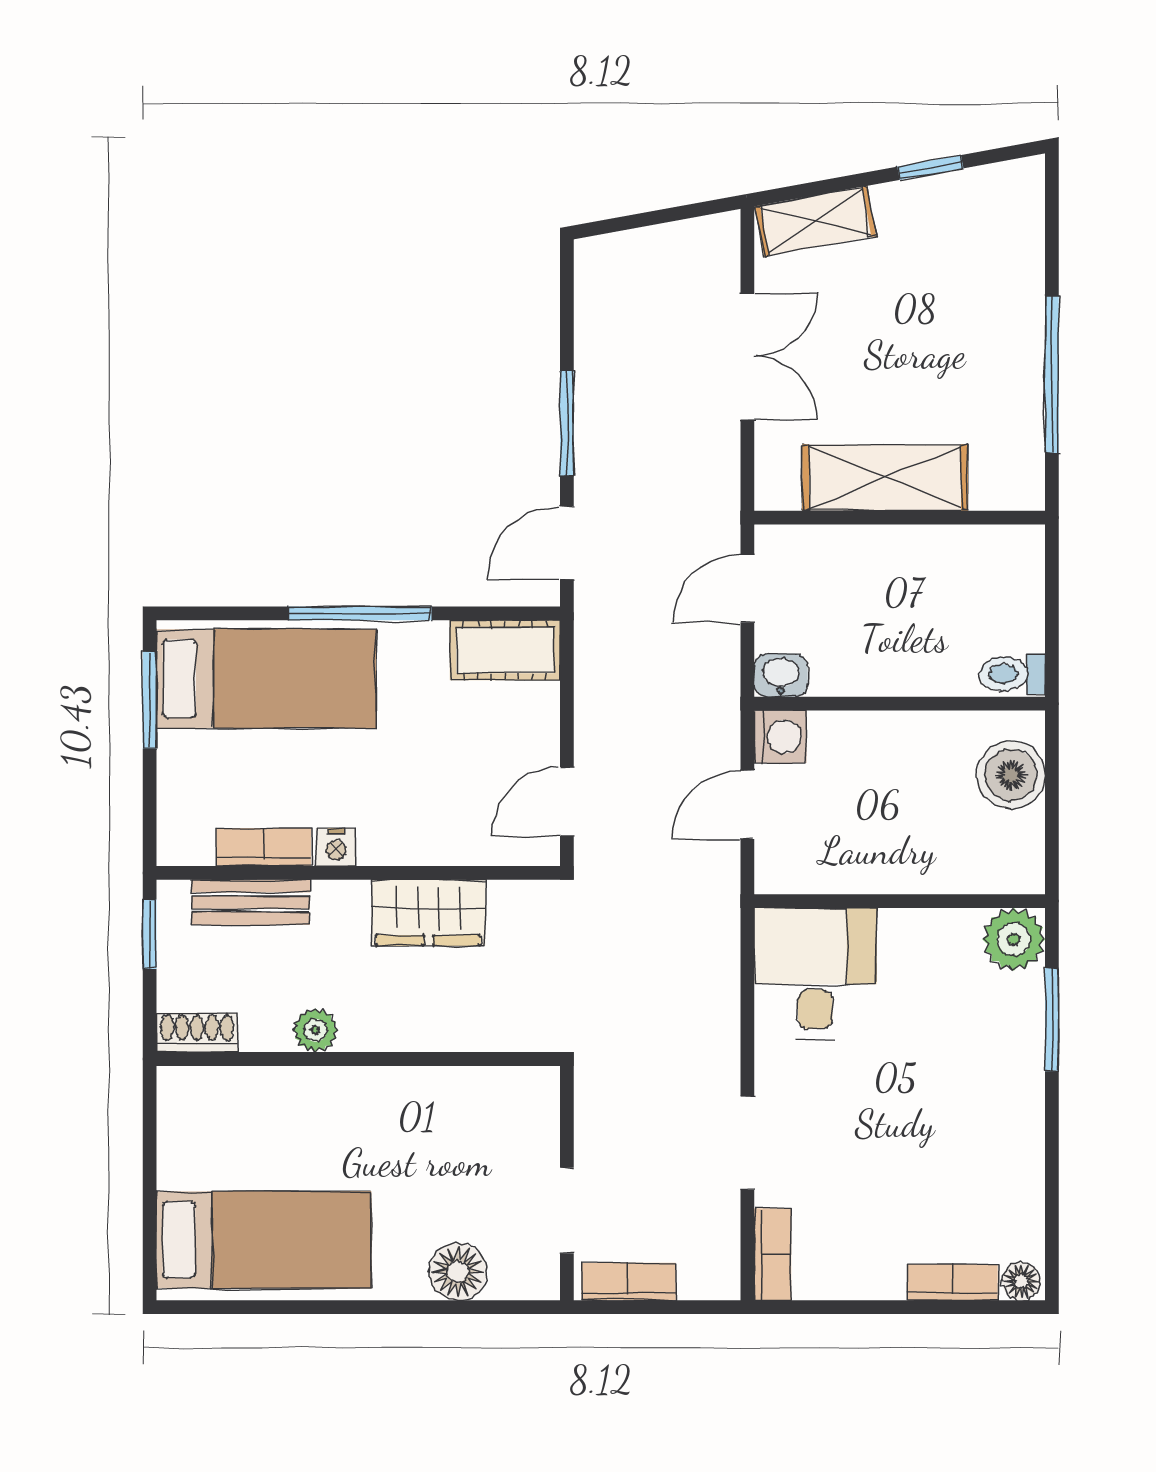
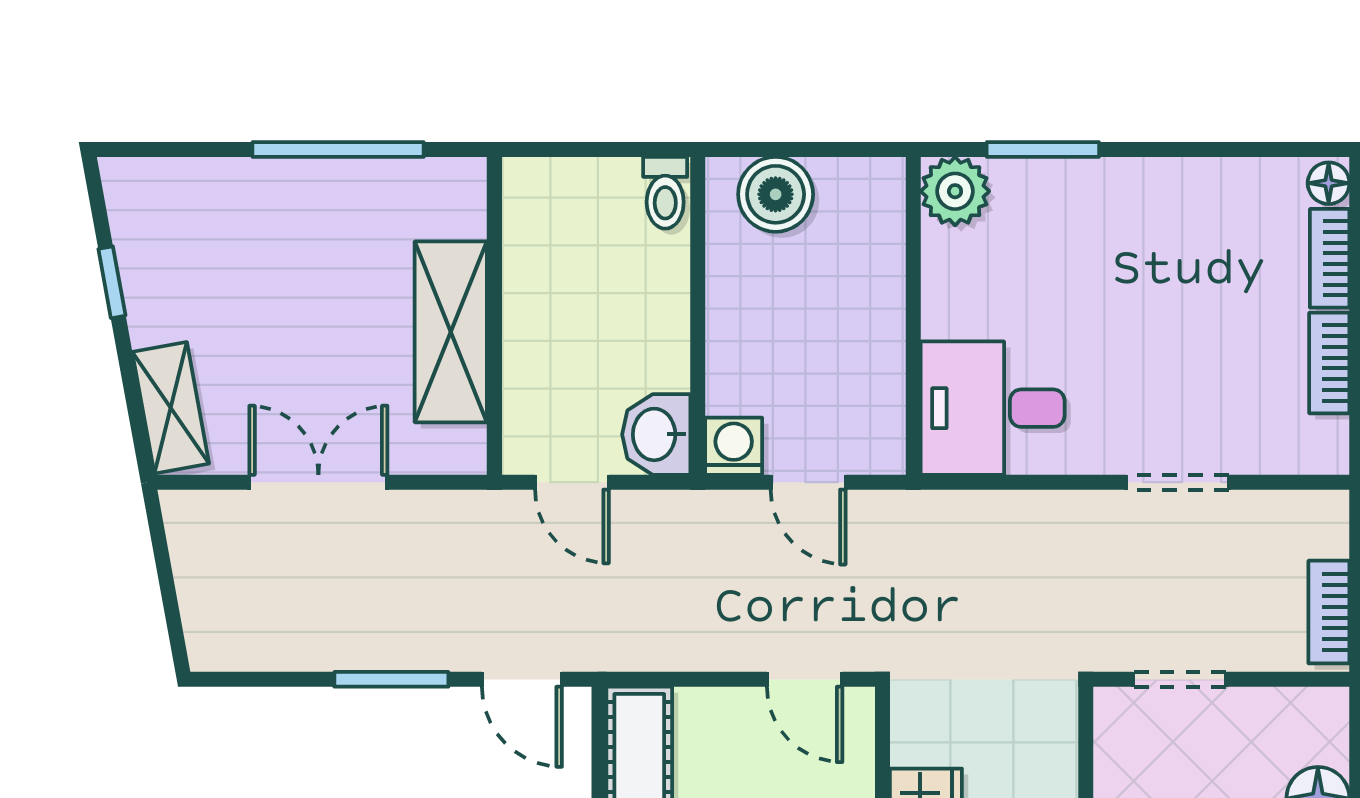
washbasin: (781, 675) -> (656, 434), width x1.38, depth x1.45
doorway: (567, 1211) -> (1179, 679), moved
bookcase: (773, 1254) -> (1329, 363), moved, turned -90

